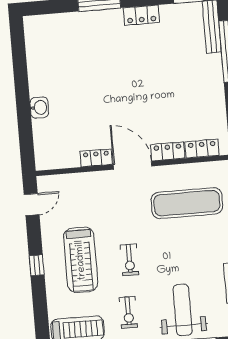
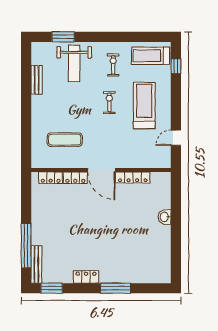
locker: (96, 158) -> (133, 177), width x1.53
exercise mat: (187, 203) -> (65, 140), width x0.73, depth x0.69
door: (32, 204) -> (176, 138), moved
window: (37, 265) -> (176, 66), moved

